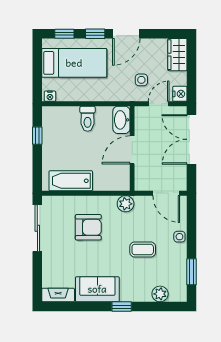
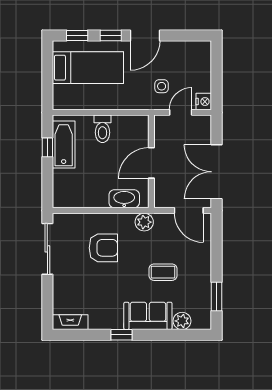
wardrobe: (177, 55) -> (201, 58), removed
nightstand: (50, 96) -> (61, 104), removed
washbasin: (121, 120) -> (124, 199), moved, turned 90
double door: (191, 139) -> (217, 172), moved
bathtub: (71, 181) -> (64, 145), moved, turned 90
side table: (179, 237) -> (203, 258), removed
sofa: (97, 289) -> (148, 316), moved
window: (122, 307) -> (122, 335), moved

